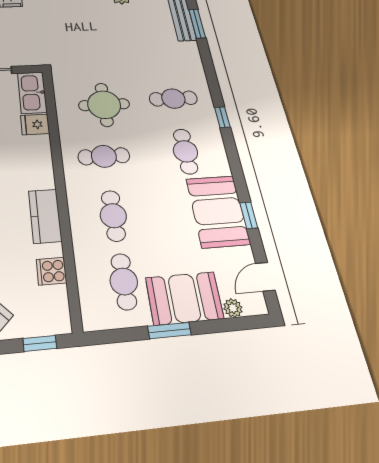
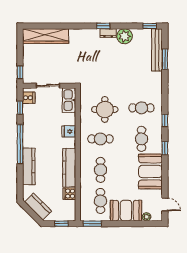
fridge: (35, 124) -> (69, 131), moved
window: (249, 215) -> (165, 148), moved
kitchen counter: (45, 216) -> (69, 168), width x1.50
door: (265, 277) -> (165, 204), swing flipped
window: (169, 331) -> (92, 224), moved

